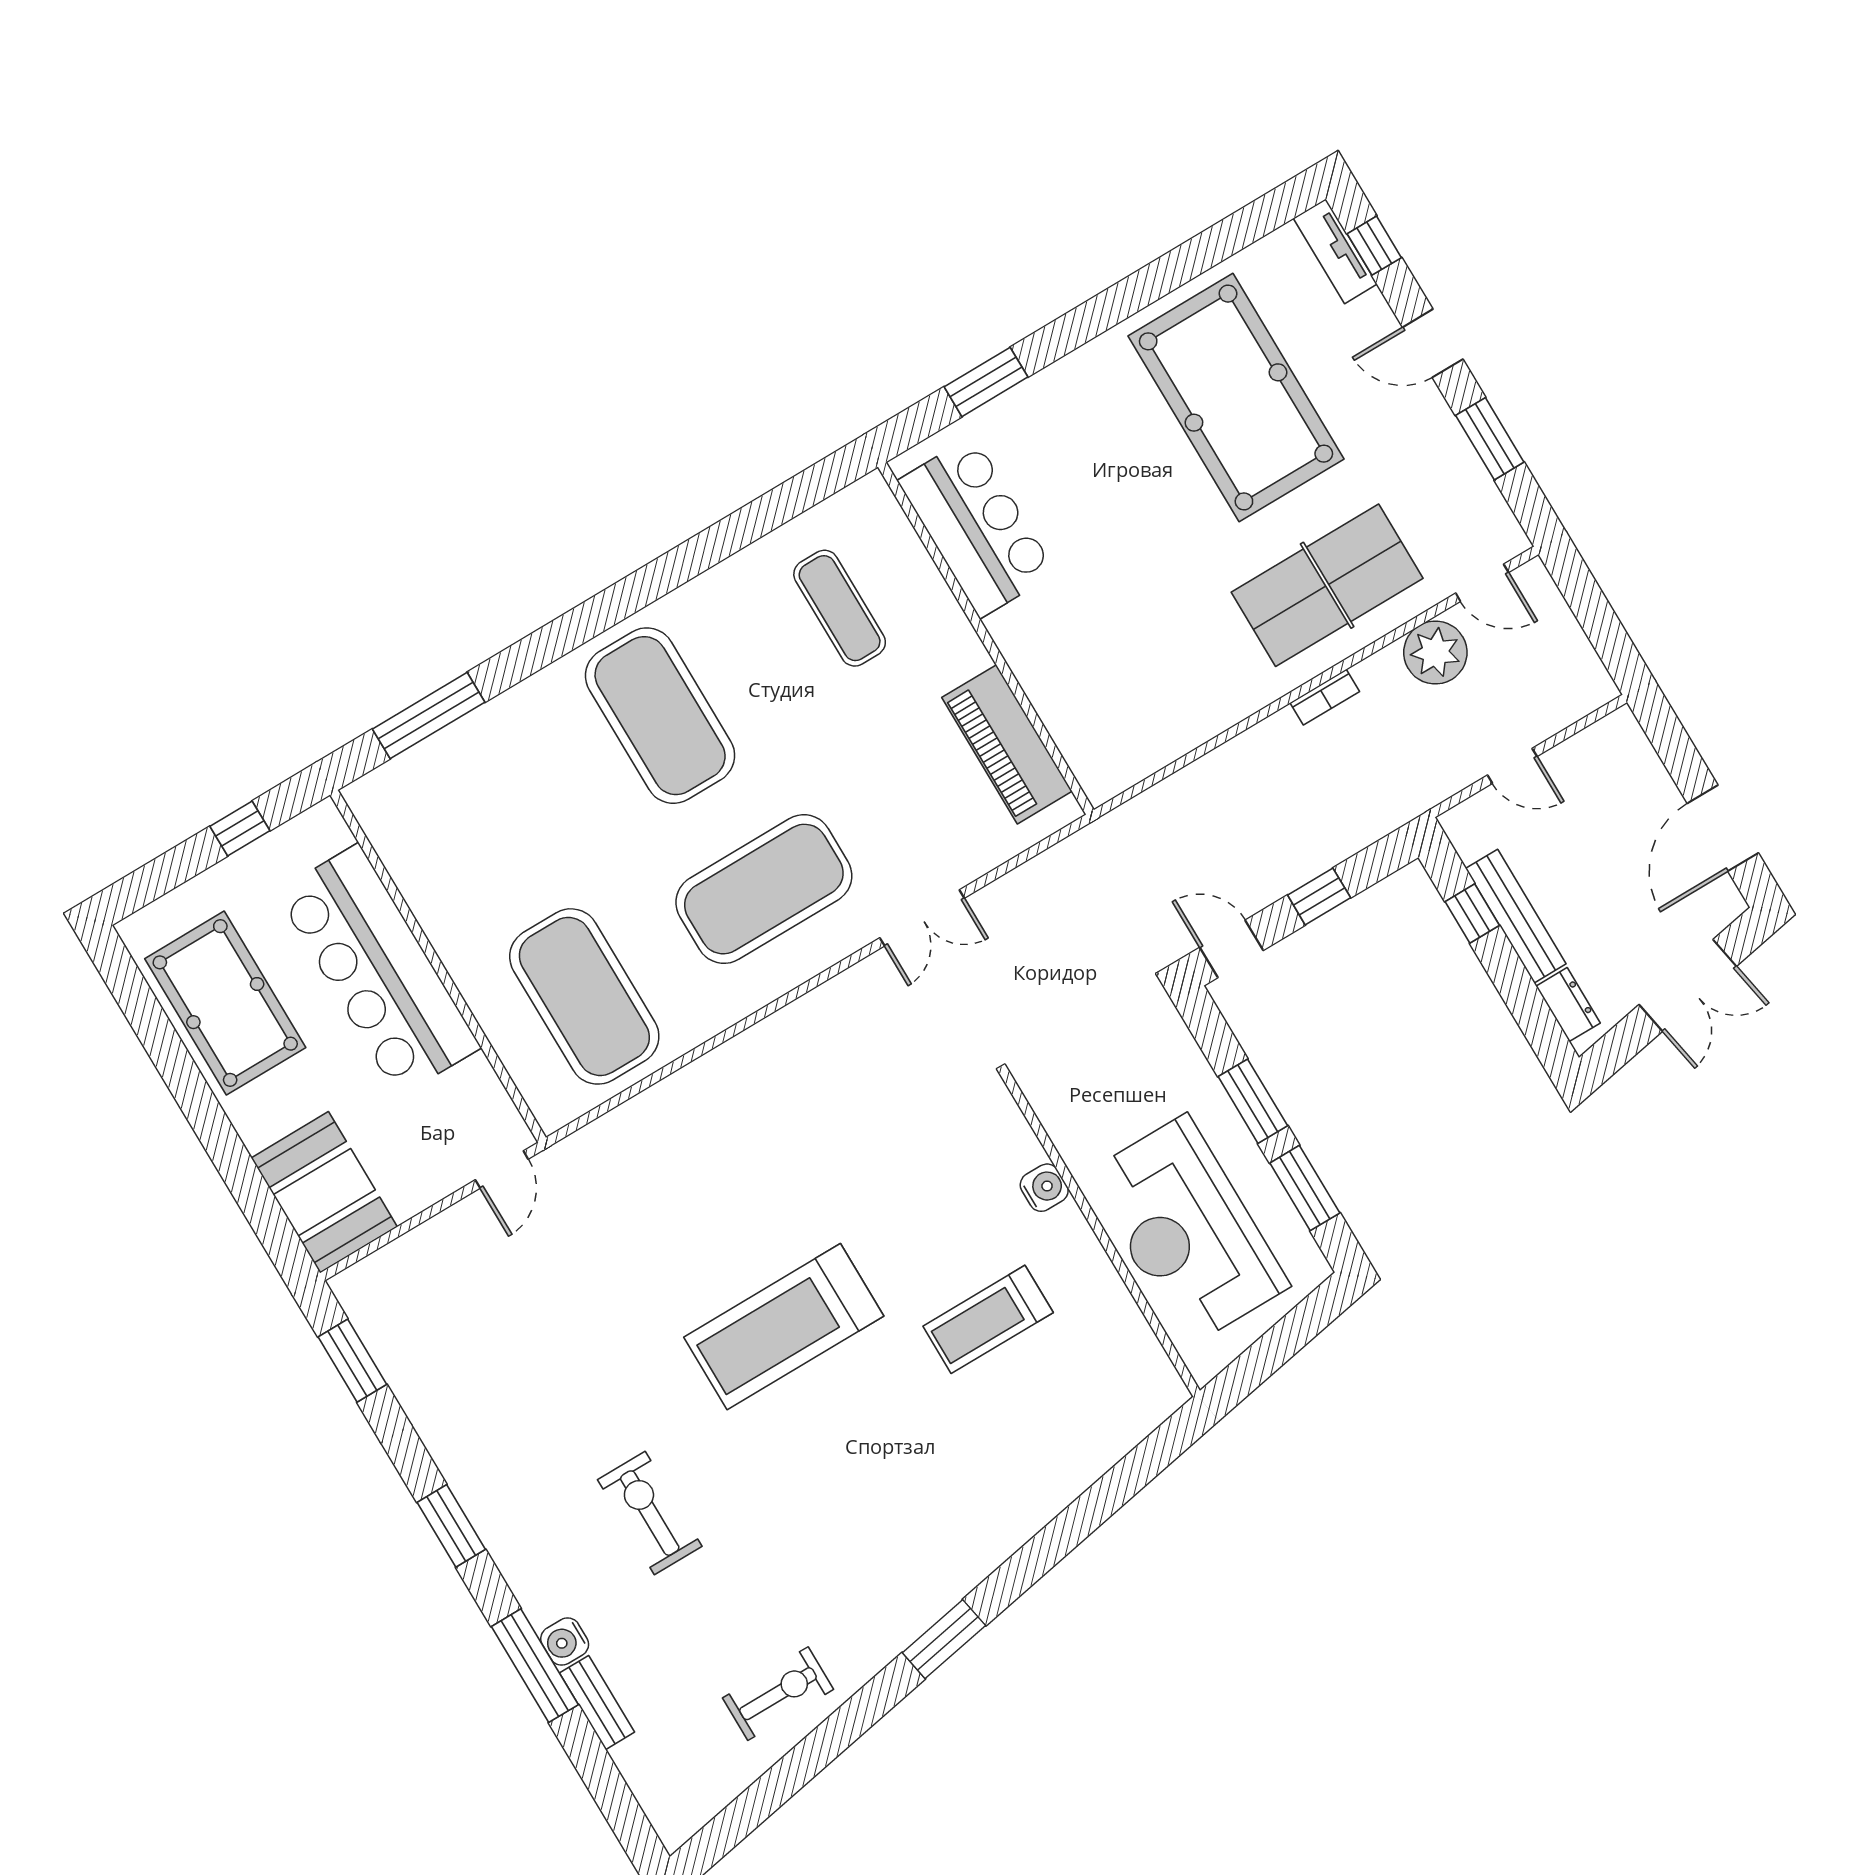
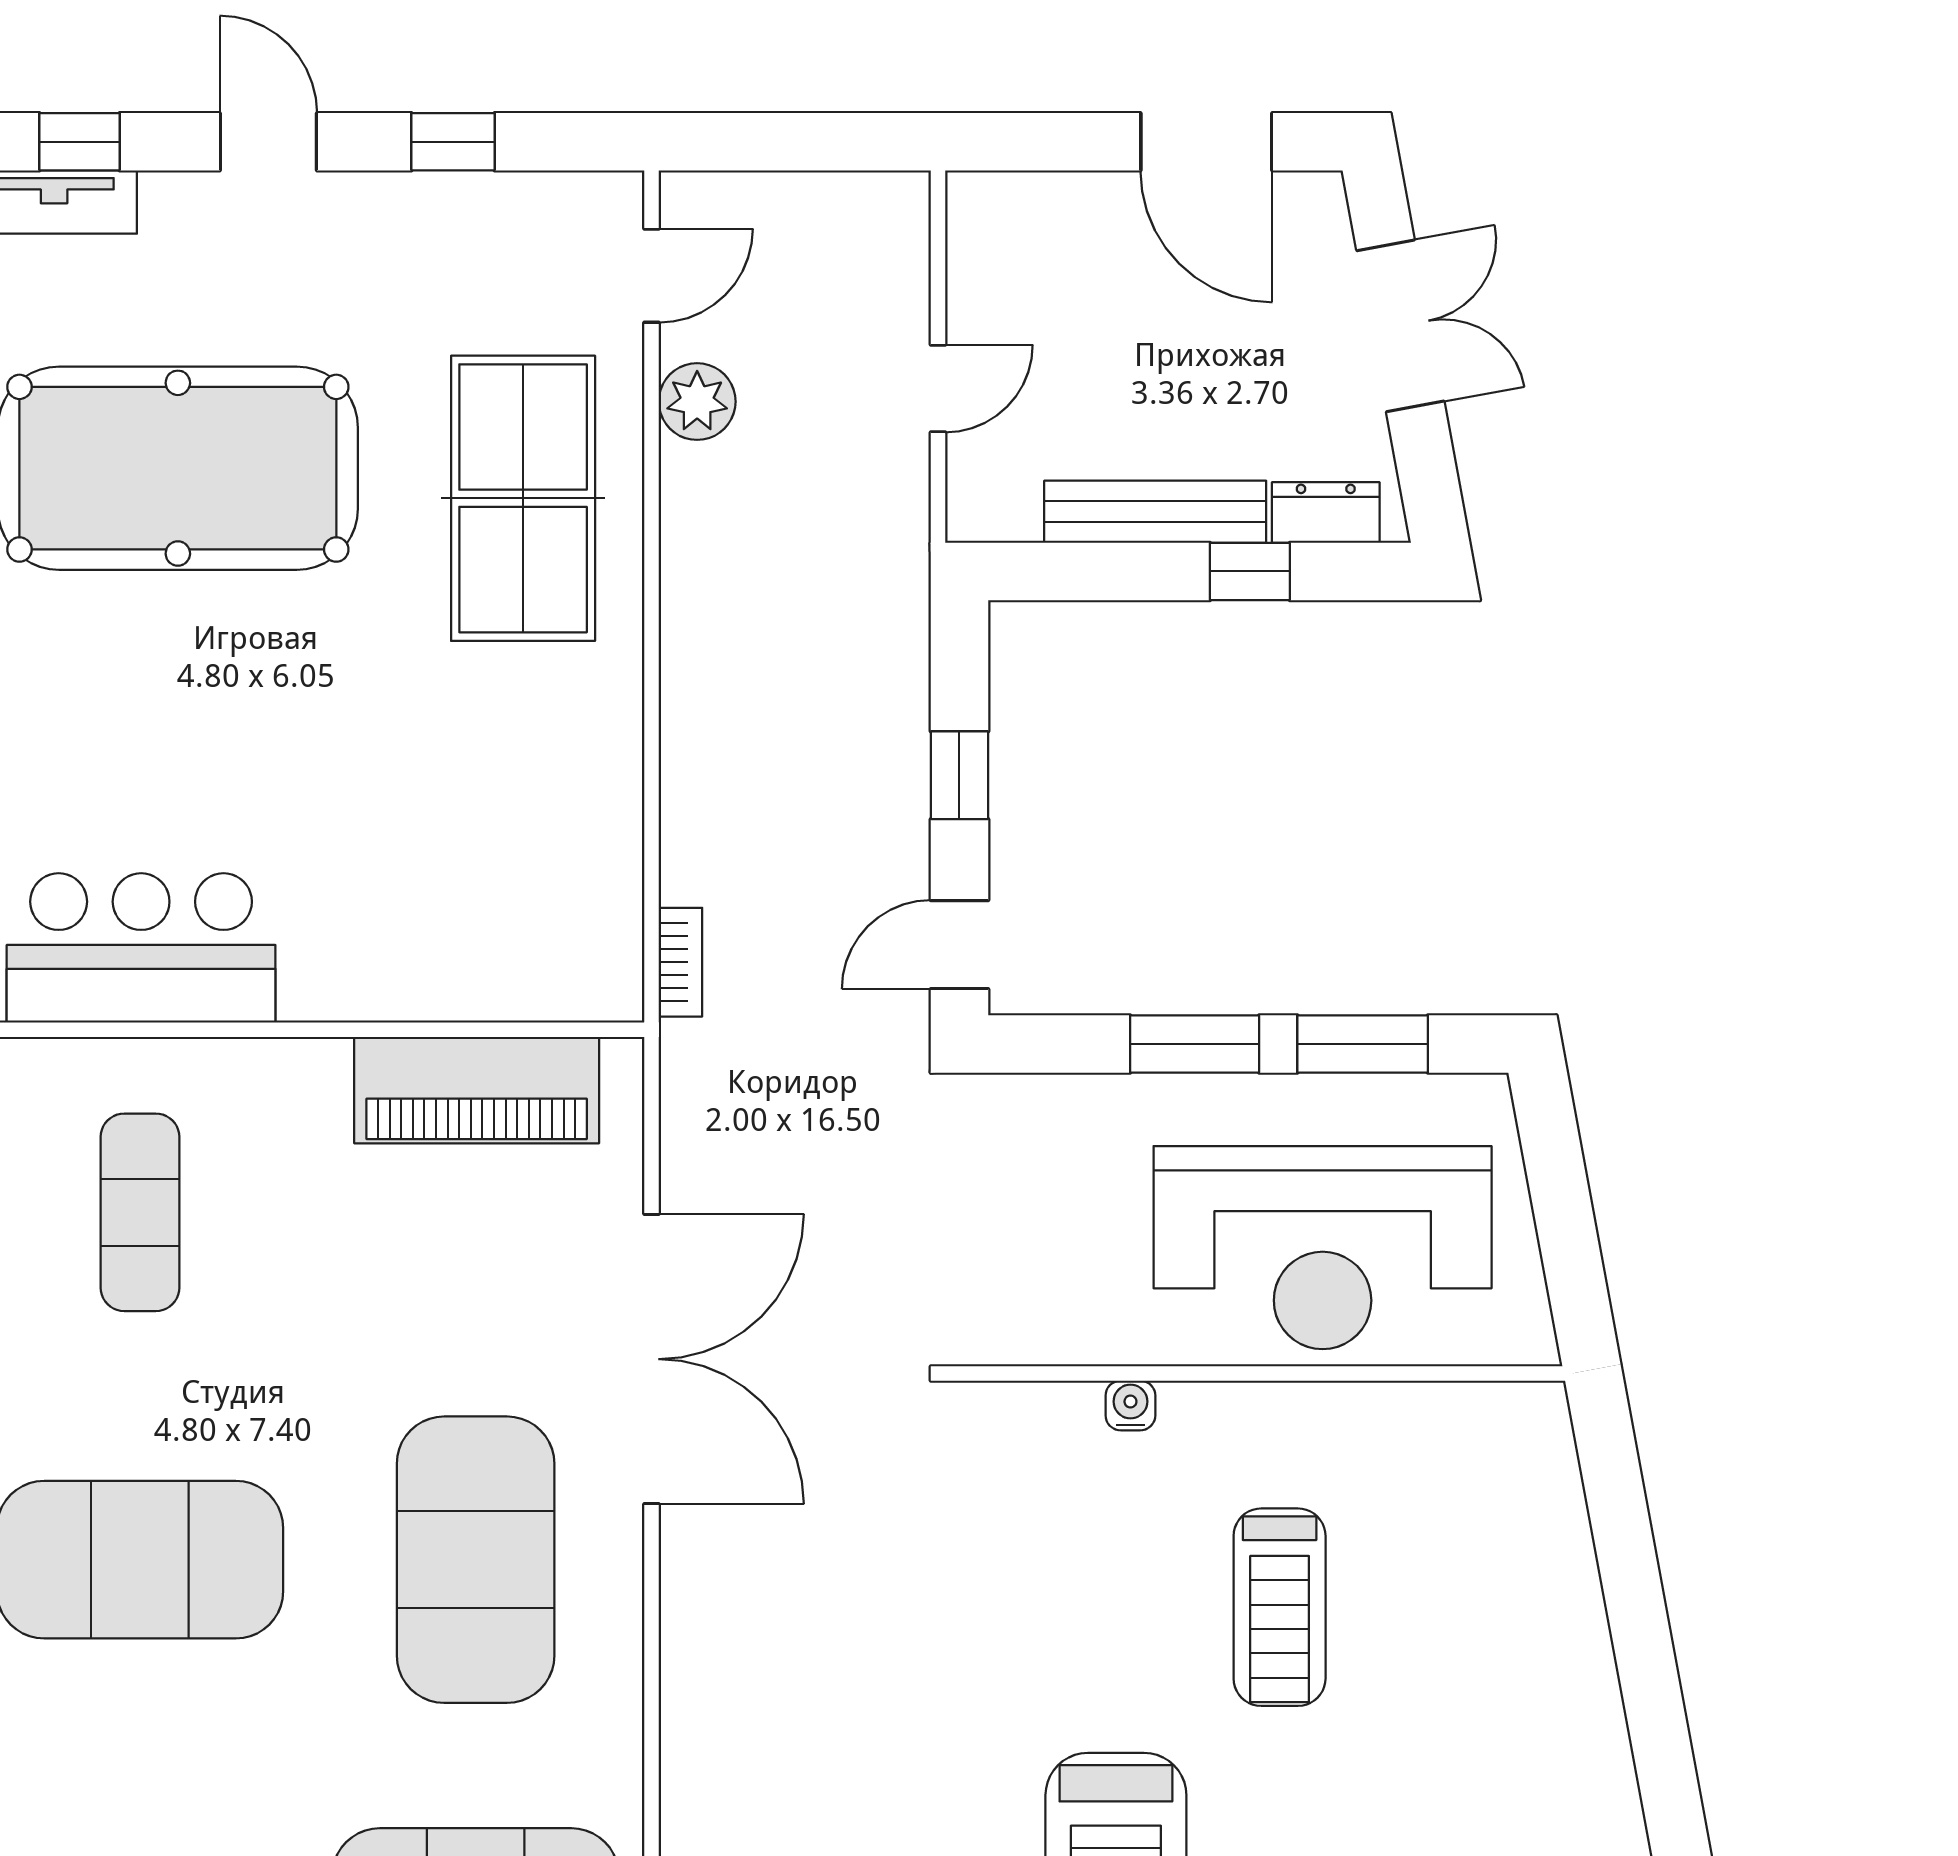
door: (1433, 343) -> (268, 142), swing flipped
window: (1490, 439) -> (453, 142), width x0.67
exercise mat: (840, 608) -> (140, 1212), turned 90
plant: (1435, 652) -> (697, 402), width x0.73, depth x0.73
bookcase: (1325, 697) -> (680, 962), moved
window: (1472, 913) -> (1250, 571), moved
double door: (922, 918) -> (652, 1359), width x1.87
water cooler: (1044, 1188) -> (1130, 1405), width x0.72, depth x0.72

